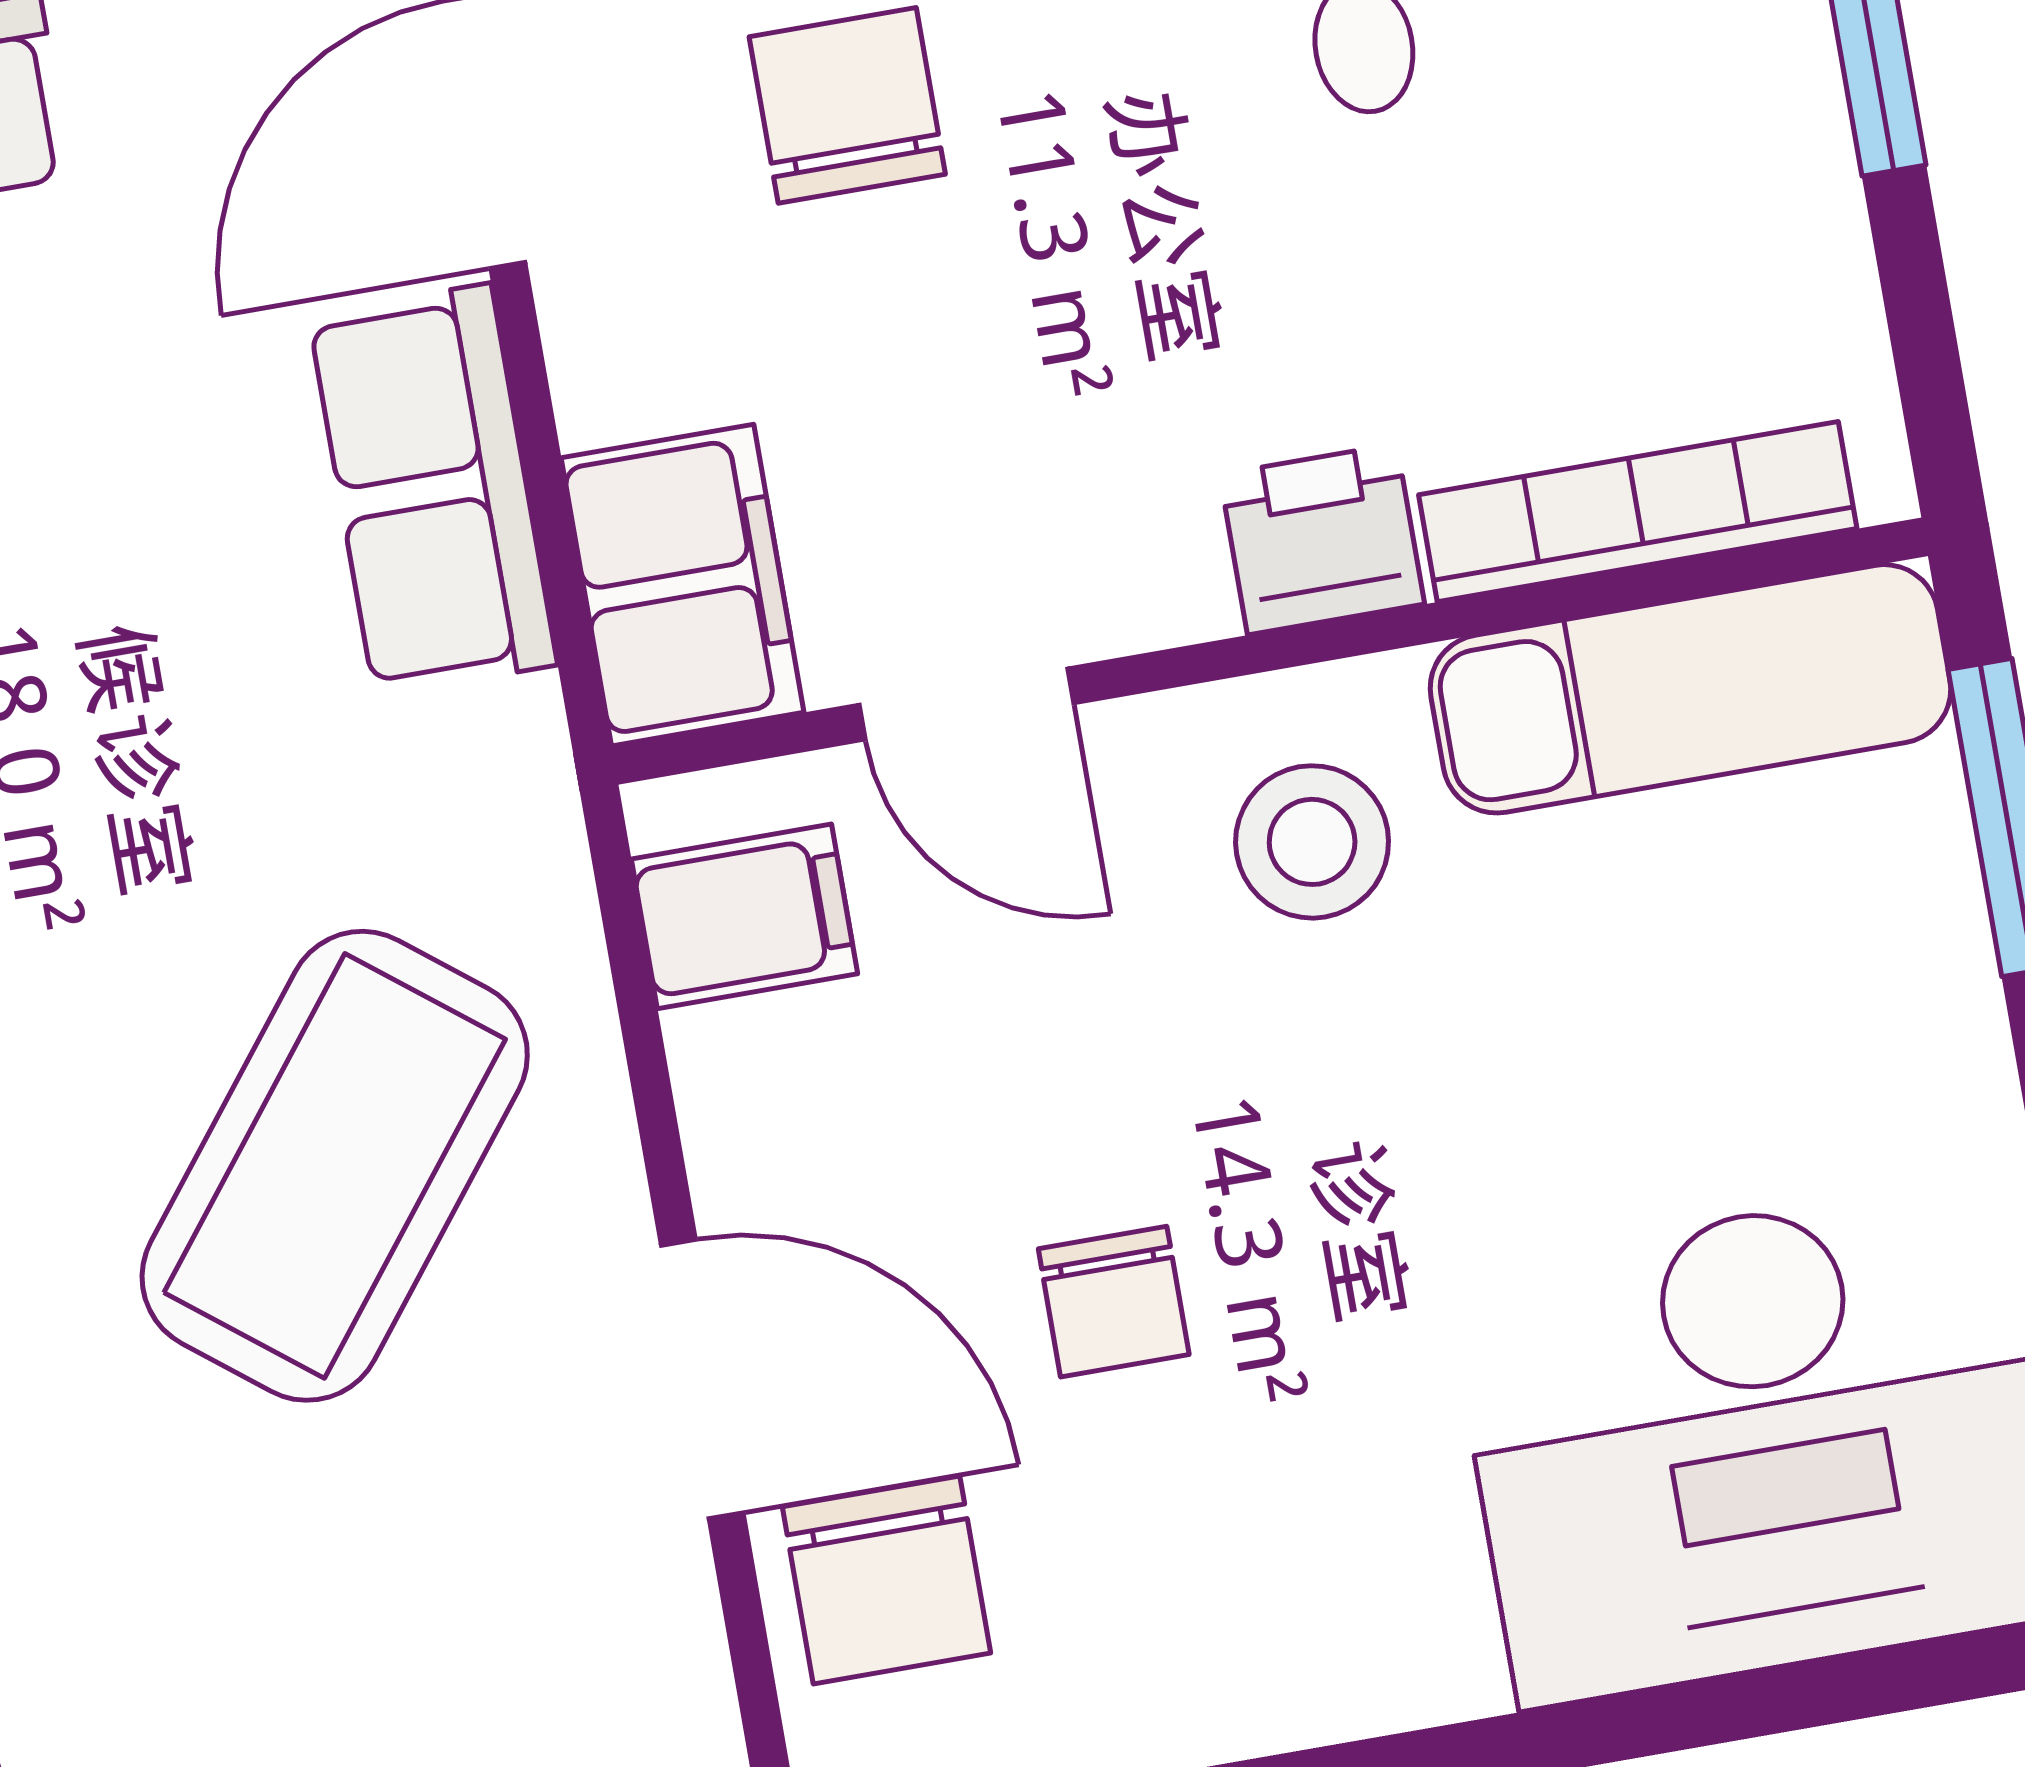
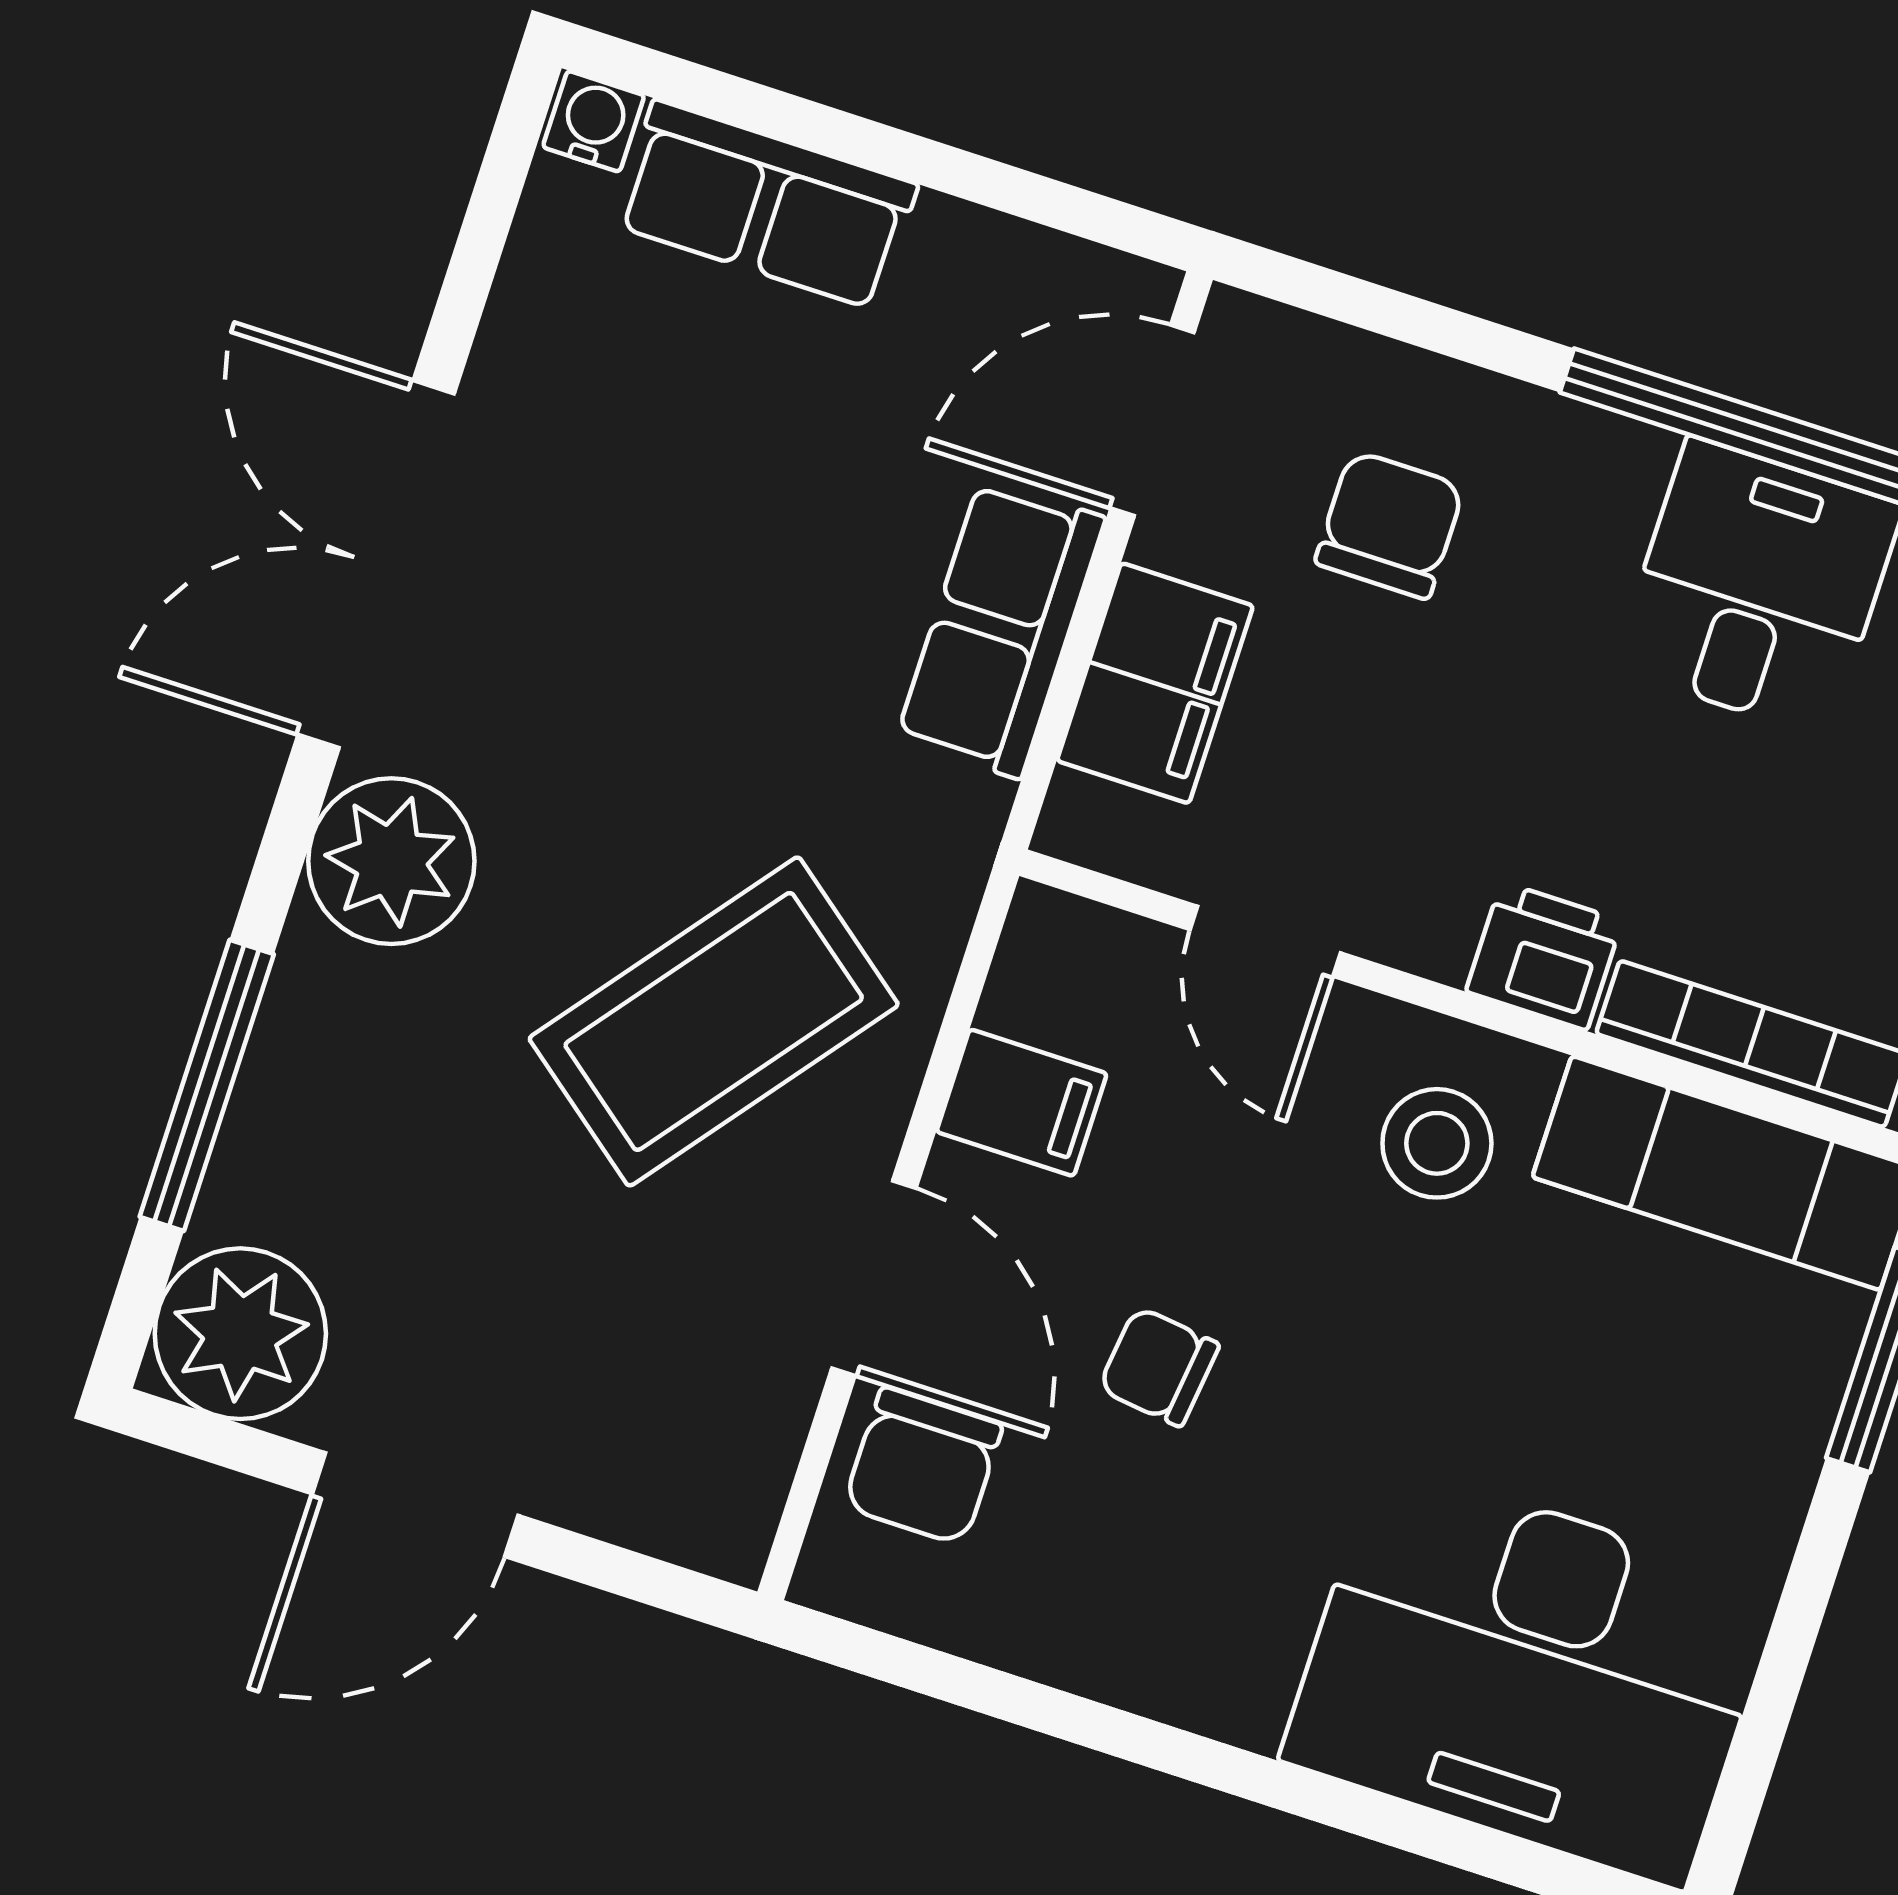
filing cabinet: (683, 585) -> (1155, 683), moved
filing cabinet: (744, 916) -> (1022, 1103), moved
chair: (1114, 1302) -> (1159, 1367), turned 97

